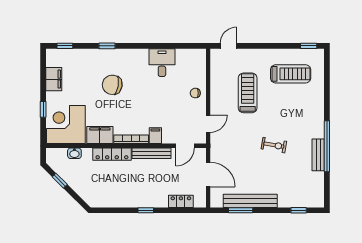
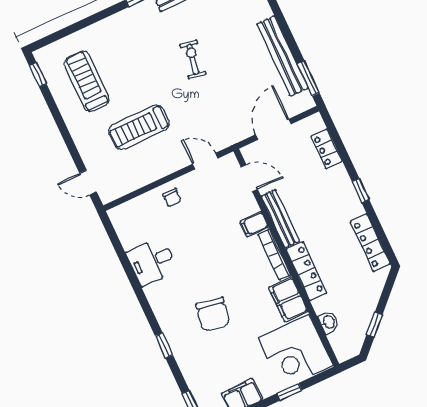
locker: (111, 201) -> (370, 243), added
window: (241, 210) -> (308, 78), moved

